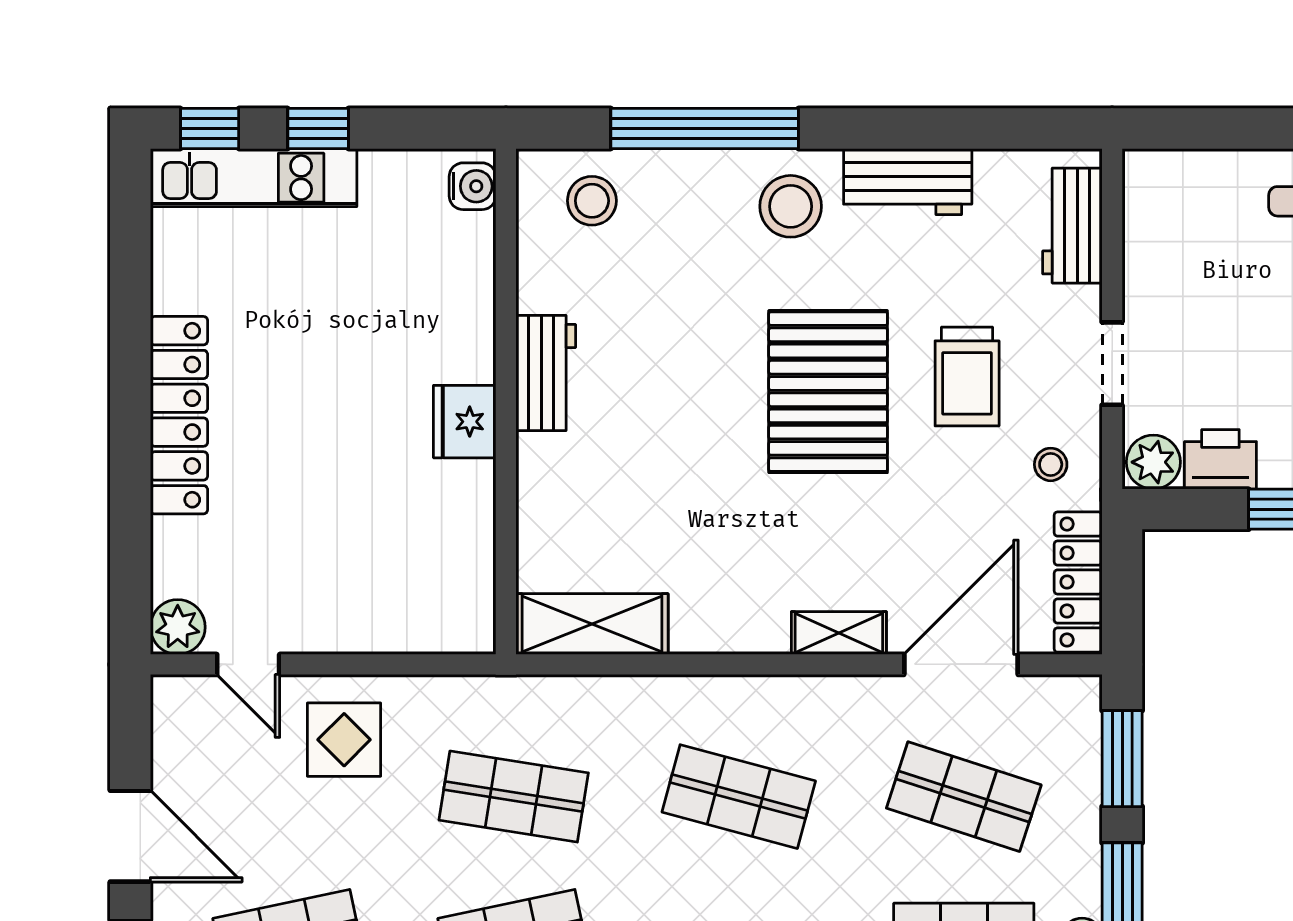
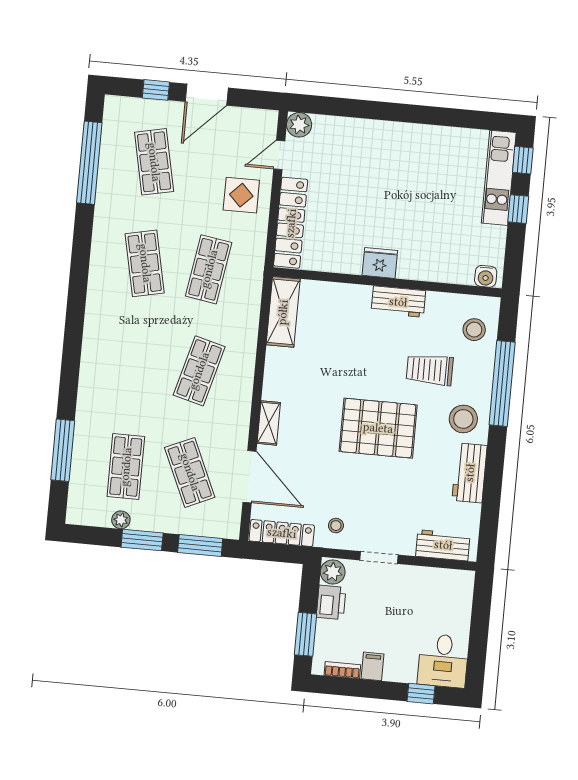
trolley: (967, 376) -> (430, 370), moved
locker: (179, 415) -> (291, 223), moved, turned -90
shop shelf: (964, 797) -> (190, 472), turned -42

